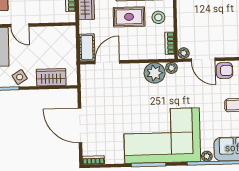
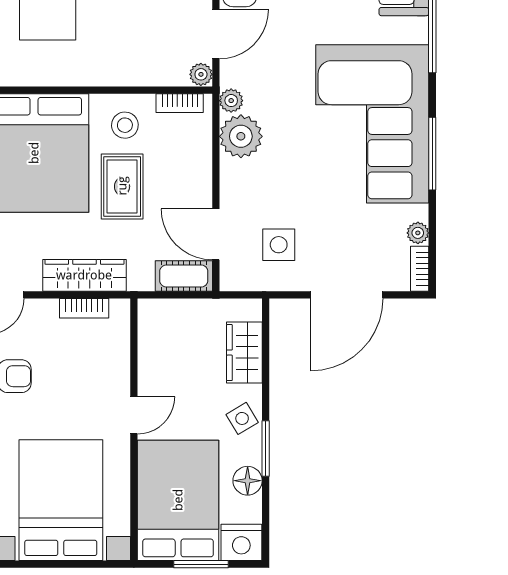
side table: (103, 92) -> (279, 245), added
plant: (207, 156) -> (418, 233), moved

